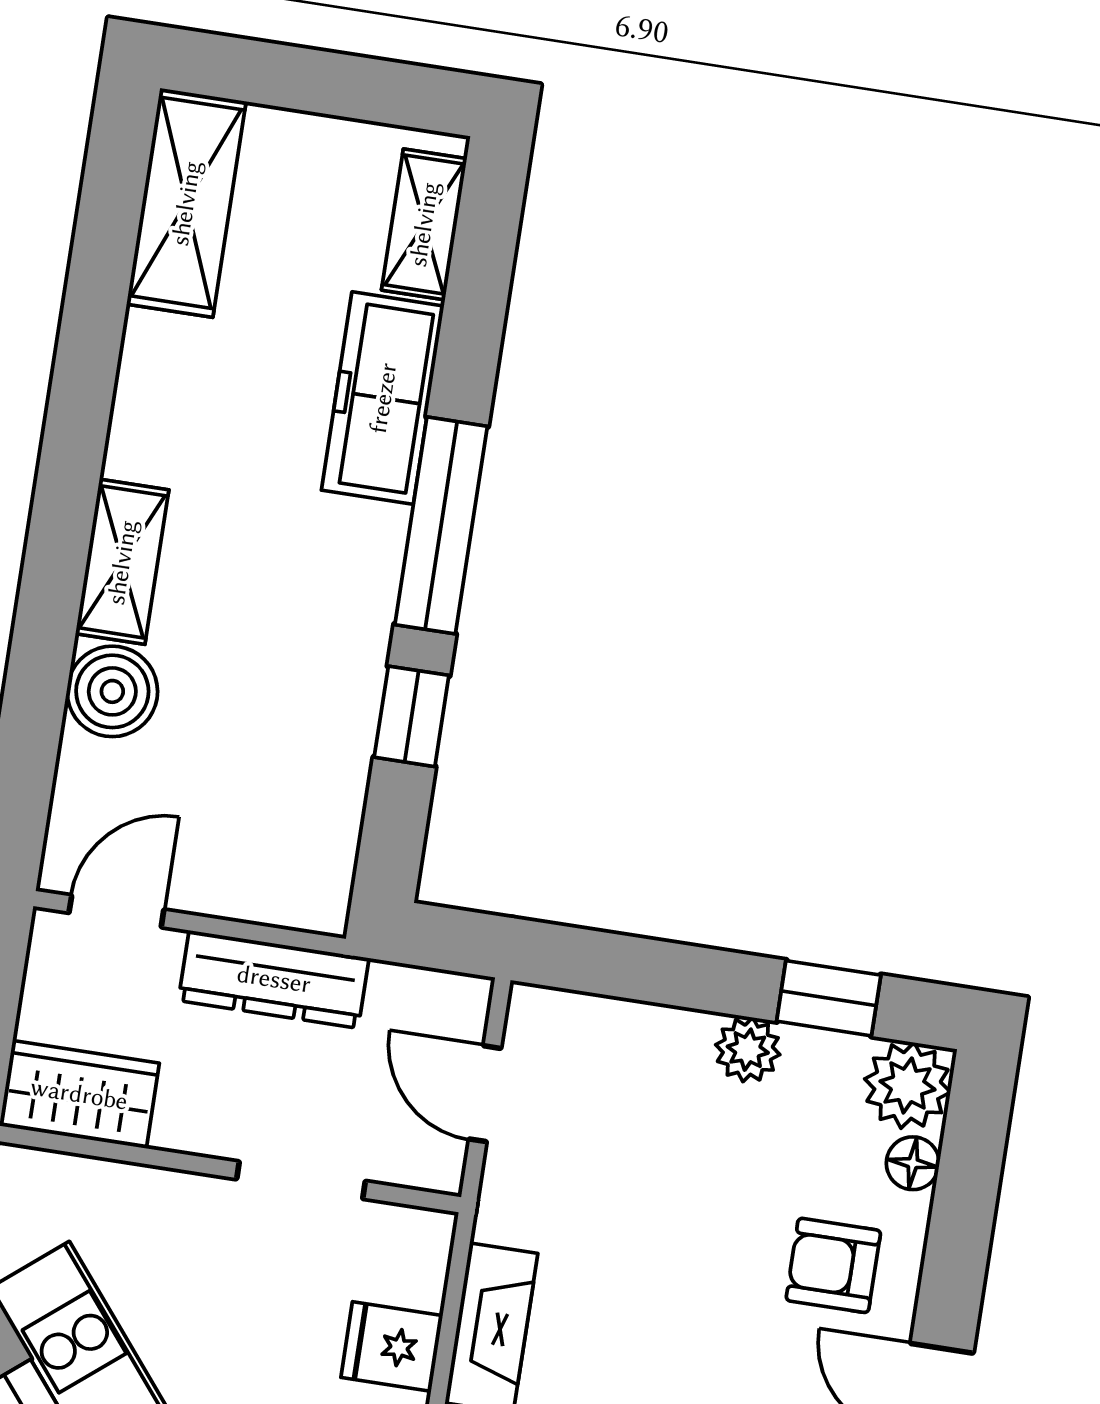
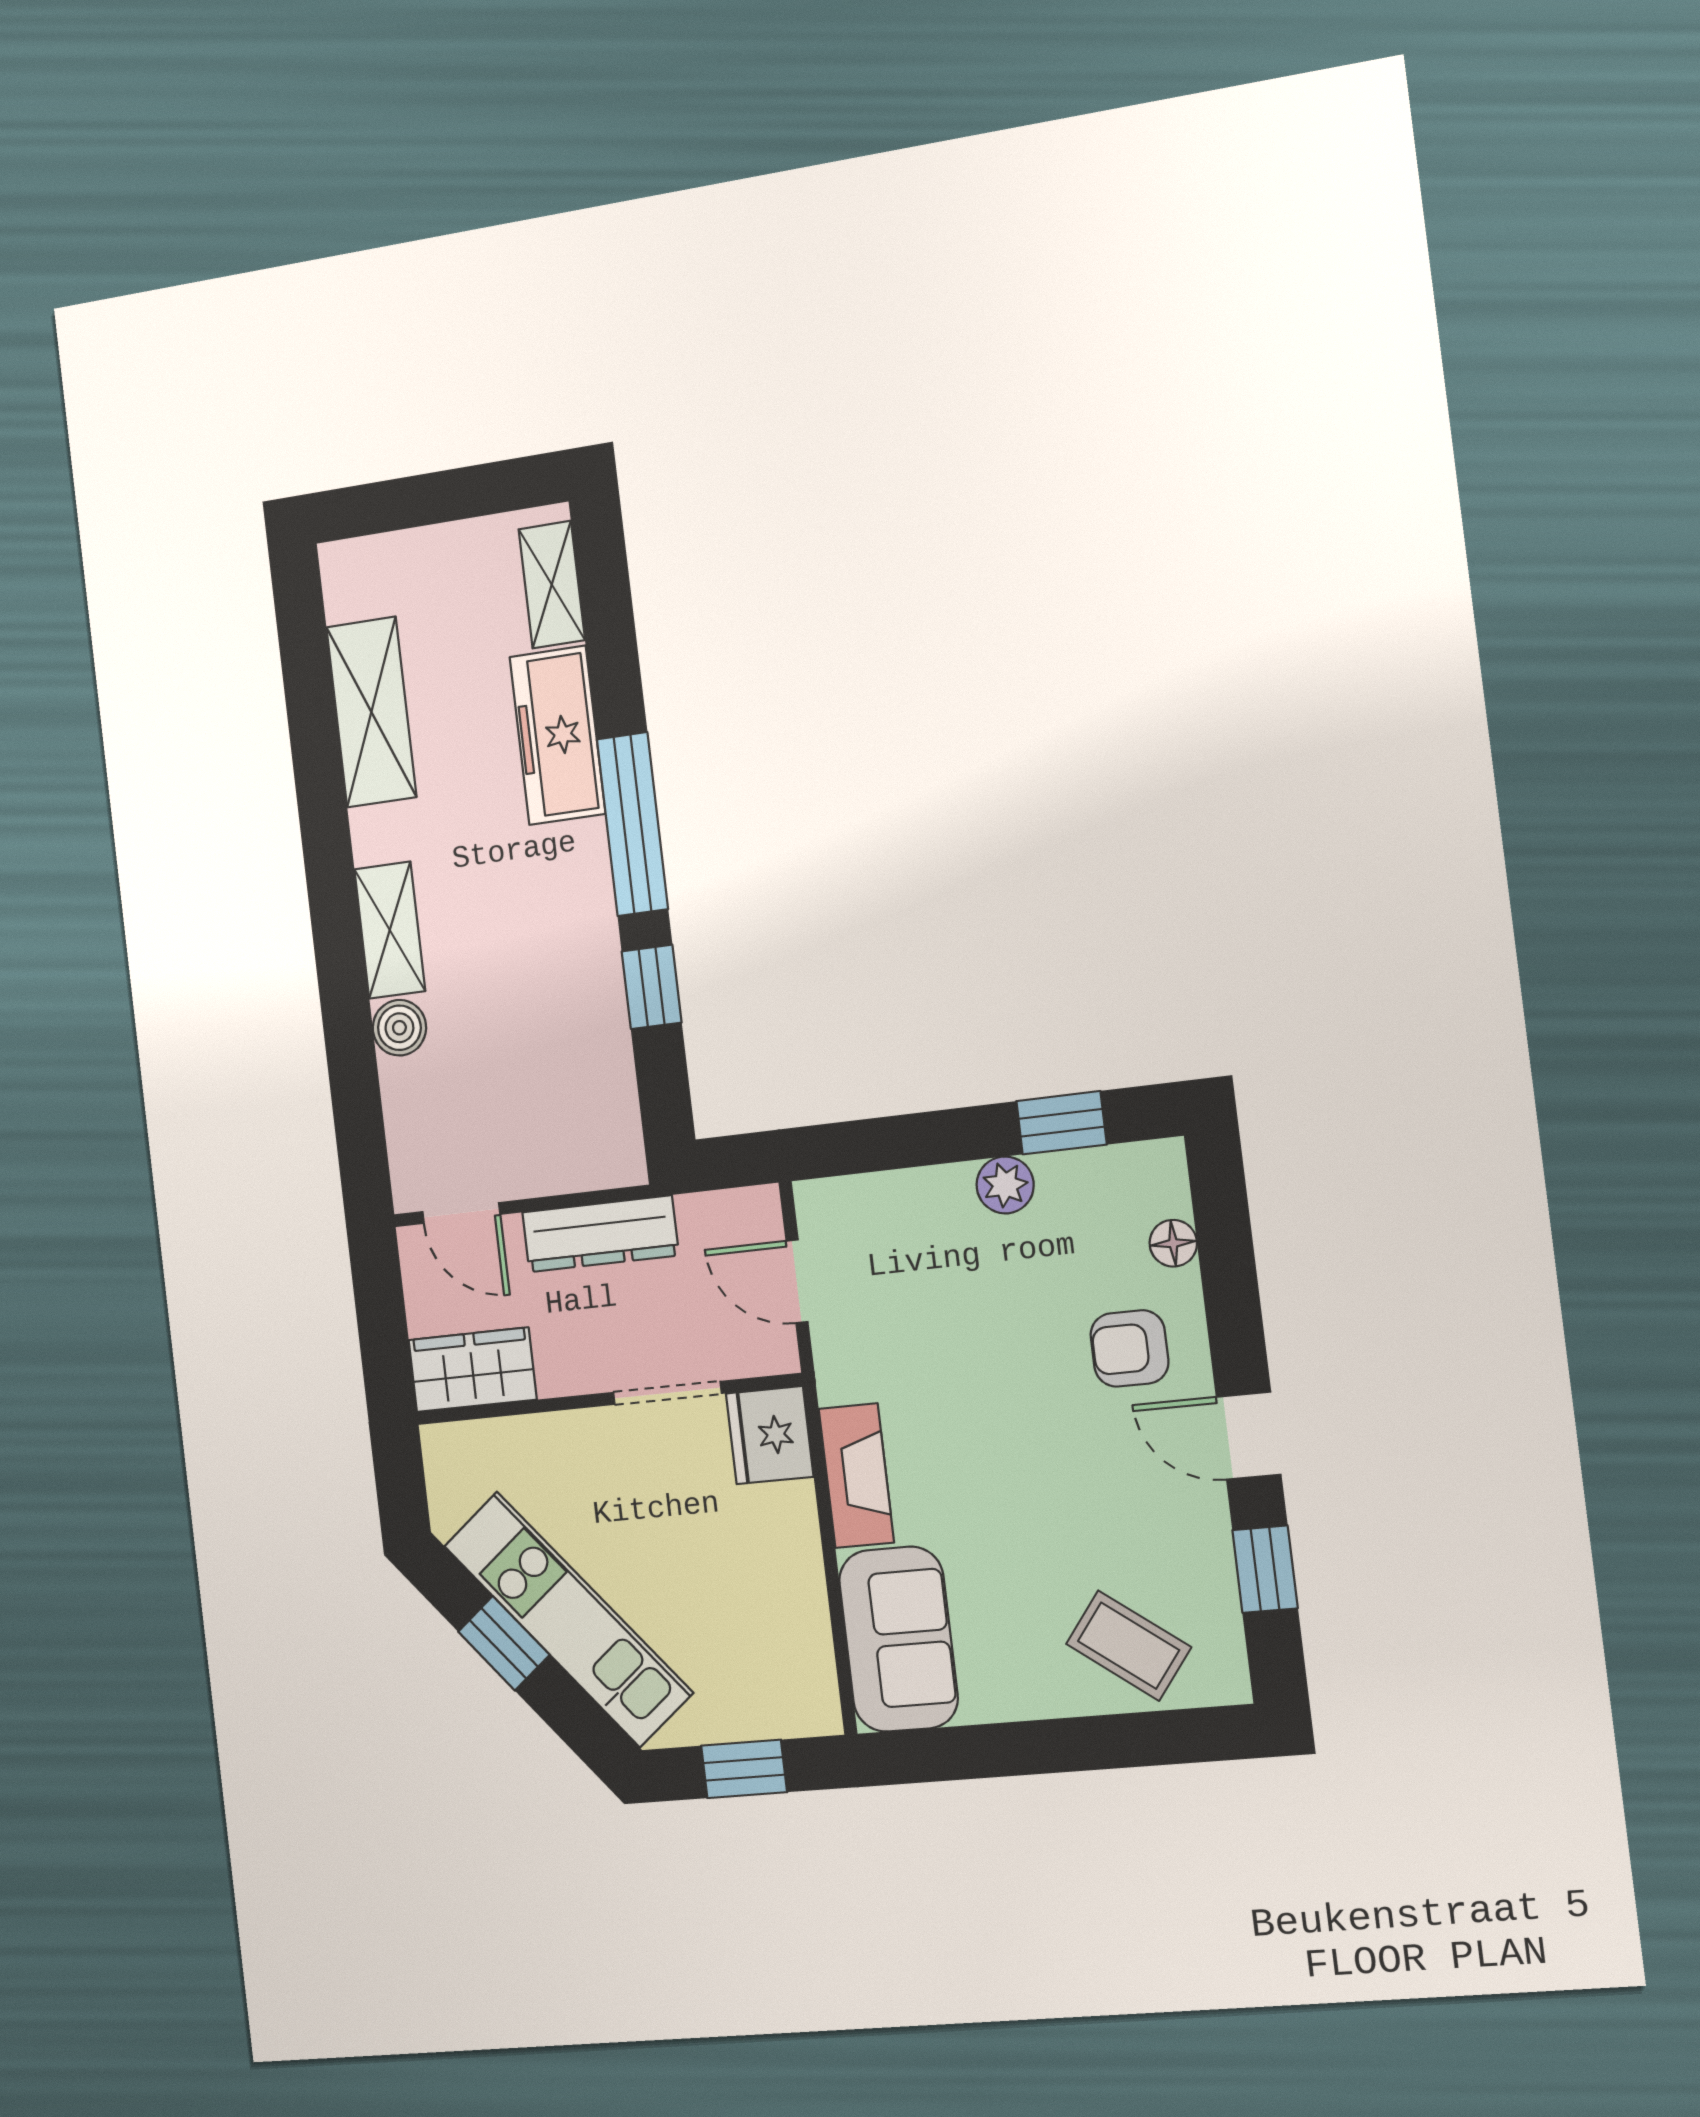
shelving: (186, 203) -> (371, 712), moved
boiler: (112, 691) -> (399, 1028), width x0.73, depth x0.73
door: (116, 911) -> (461, 1213), swing flipped
plant: (908, 1085) -> (1150, 1178), removed
fridge: (392, 1347) -> (770, 1435), moved, width x1.38

